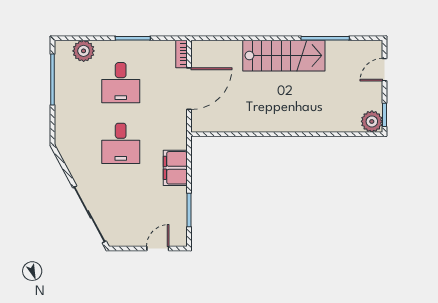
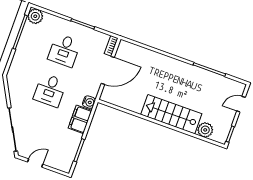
plant: (84, 51) -> (35, 16), moved
stairs: (284, 56) -> (171, 114), moved, turned 180
plant: (372, 121) -> (205, 130), moved
water cooler: (179, 140) -> (89, 102), added
door: (158, 248) -> (35, 163), moved

